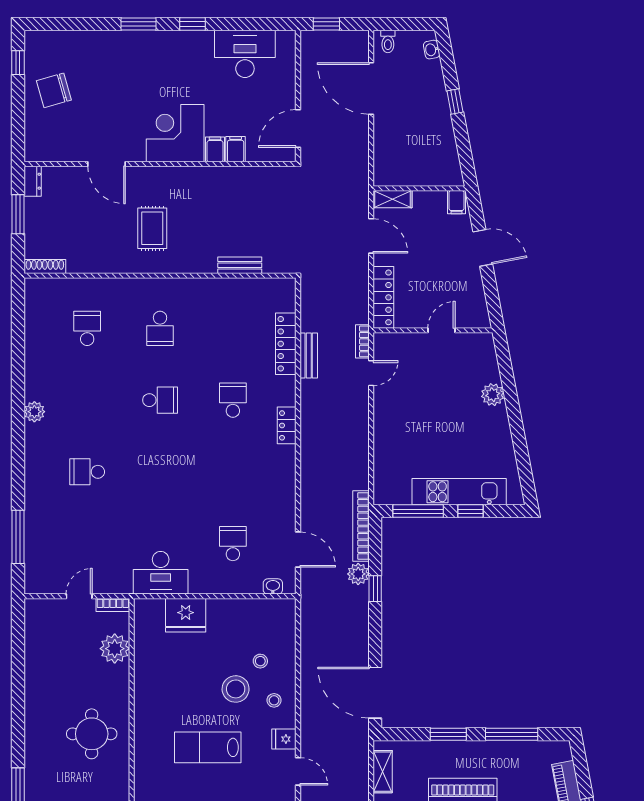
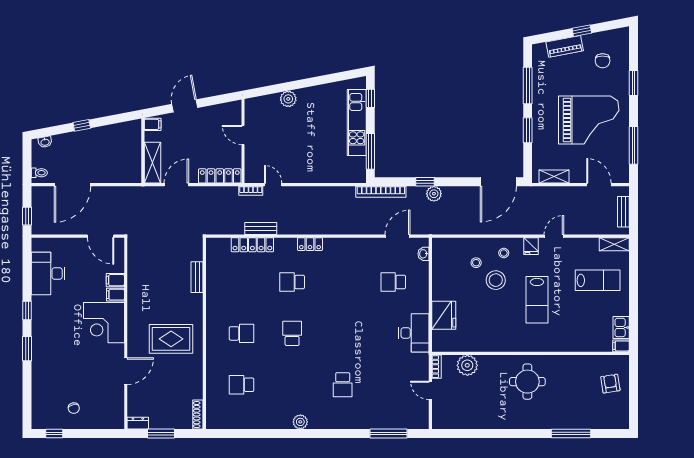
chair: (54, 90) -> (74, 408), width x0.54, depth x0.54
shelving: (393, 199) -> (152, 163), width x1.50, depth x1.33
rug: (152, 228) -> (171, 339), width x1.36, depth x1.43
window: (471, 511) -> (370, 98), moved
plant: (358, 574) -> (434, 194), moved

